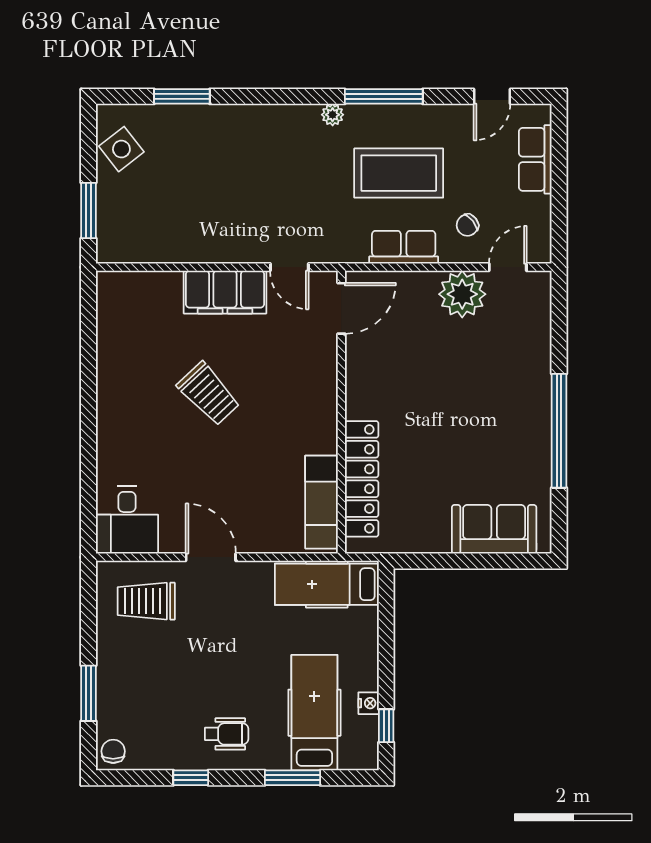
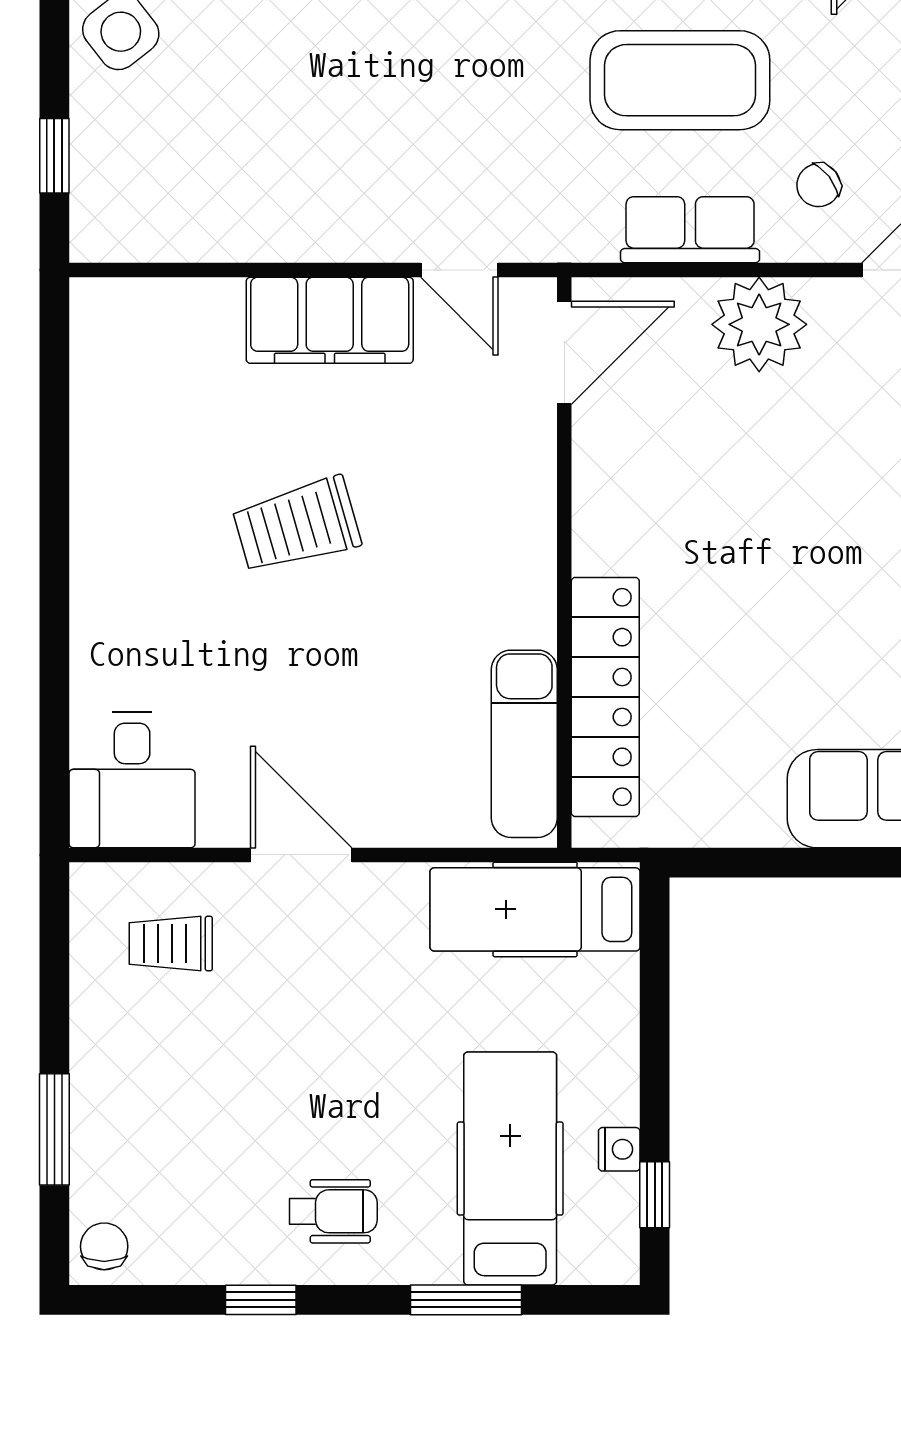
window: (88, 211) -> (54, 156), width x0.67
plant: (462, 294) -> (759, 324), moved
trolley: (209, 394) -> (297, 525), turned 117
trolley: (146, 601) -> (171, 944), width x0.73, depth x0.72

